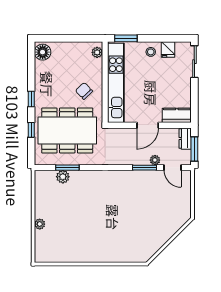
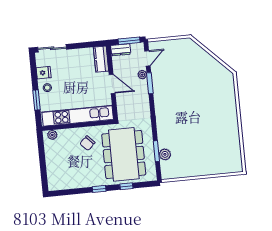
window: (126, 38) -> (37, 100), moved
floor lamp: (43, 52) -> (57, 183), removed
plant: (40, 224) -> (209, 171), removed

